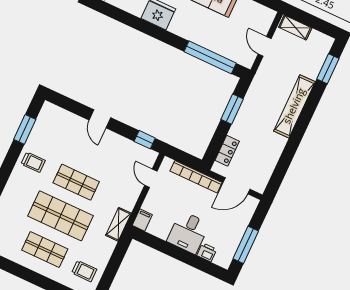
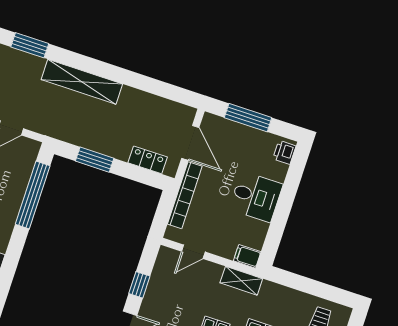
window: (145, 140) -> (139, 285), moved
shelving: (118, 224) -> (241, 281), moved
window: (246, 245) -> (248, 118), moved
printer: (207, 252) -> (284, 152), moved

